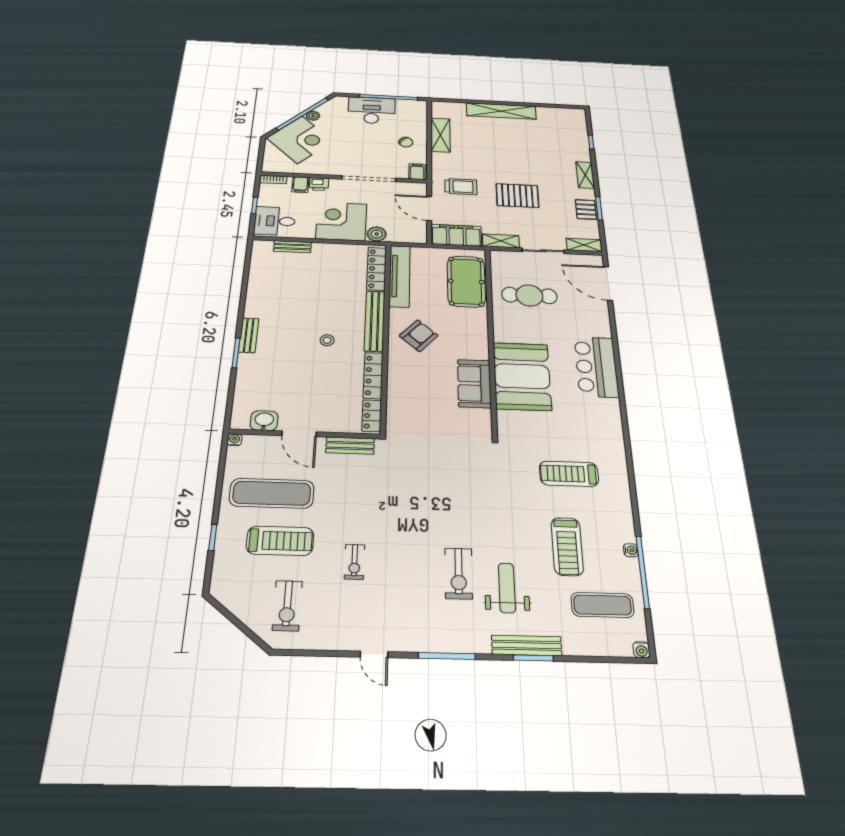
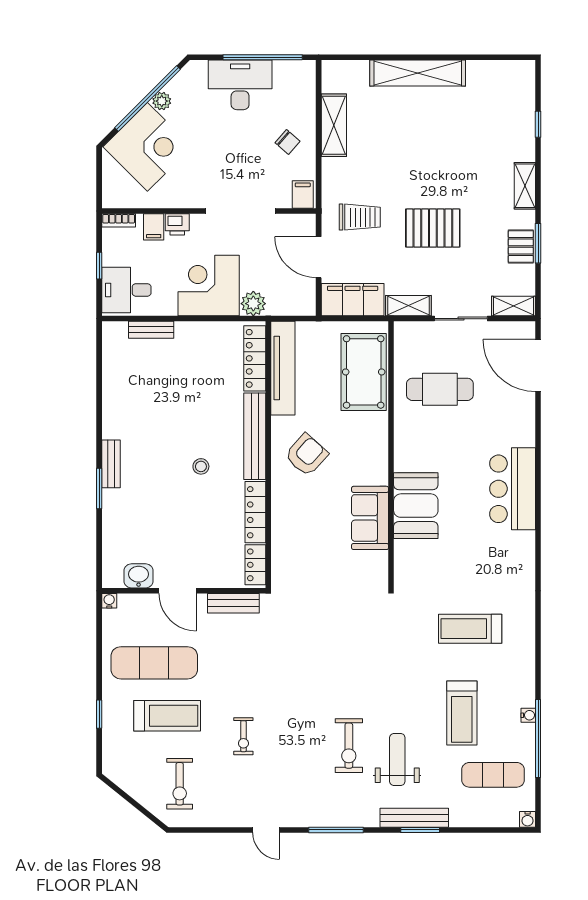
booth: (522, 376) -> (416, 506), width x0.73, depth x0.70

